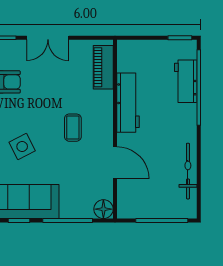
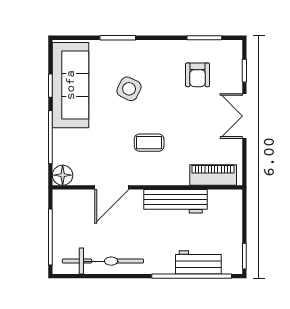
side table: (22, 146) -> (129, 89), turned -37
bicycle: (188, 171) -> (103, 261), width x1.37, depth x1.40

